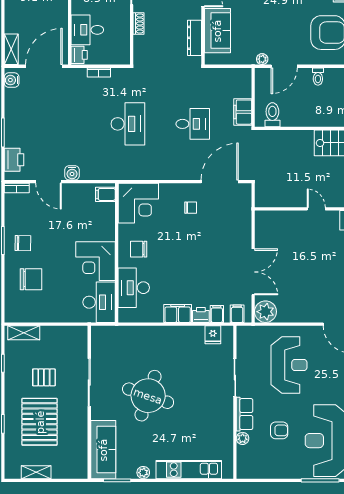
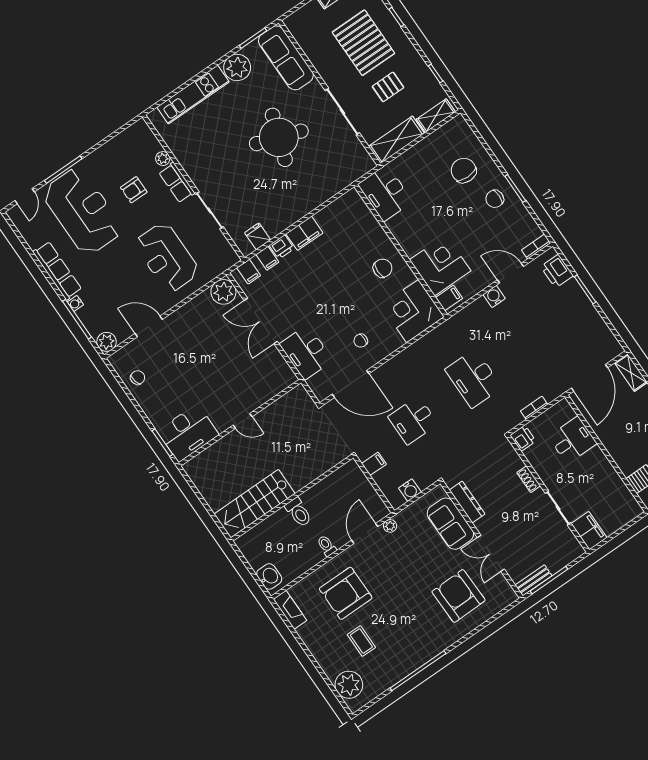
printer: (79, 55) -> (523, 438), moved, turned 180
water cooler: (12, 80) -> (410, 490), moved, turned 90
filing cabinet: (243, 112) -> (374, 464), width x0.50
toilet: (272, 115) -> (298, 512), moved
door: (220, 182) -> (351, 384), hinge flipped
corner desk: (95, 261) -> (440, 265), moved
chair: (31, 279) -> (464, 170), turned 90
desk: (134, 288) -> (306, 352), moved, turned 180
shelving: (64, 335) -> (396, 140), added
plant: (143, 473) -> (237, 67), width x1.87, depth x1.87

